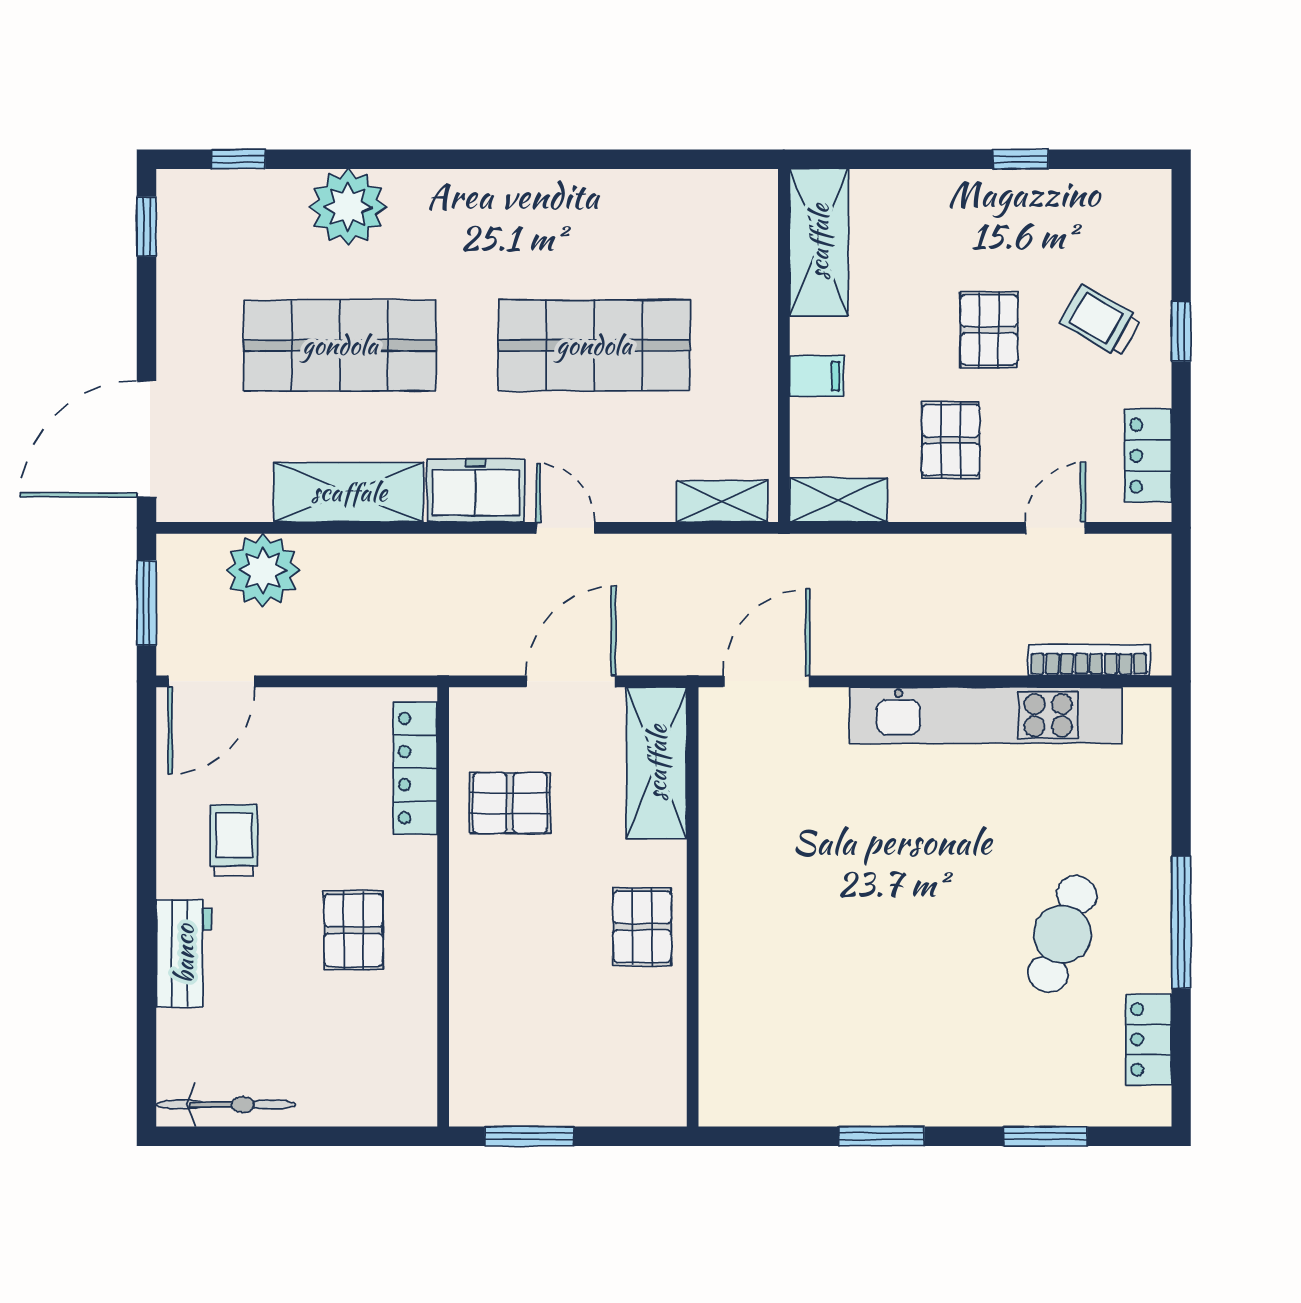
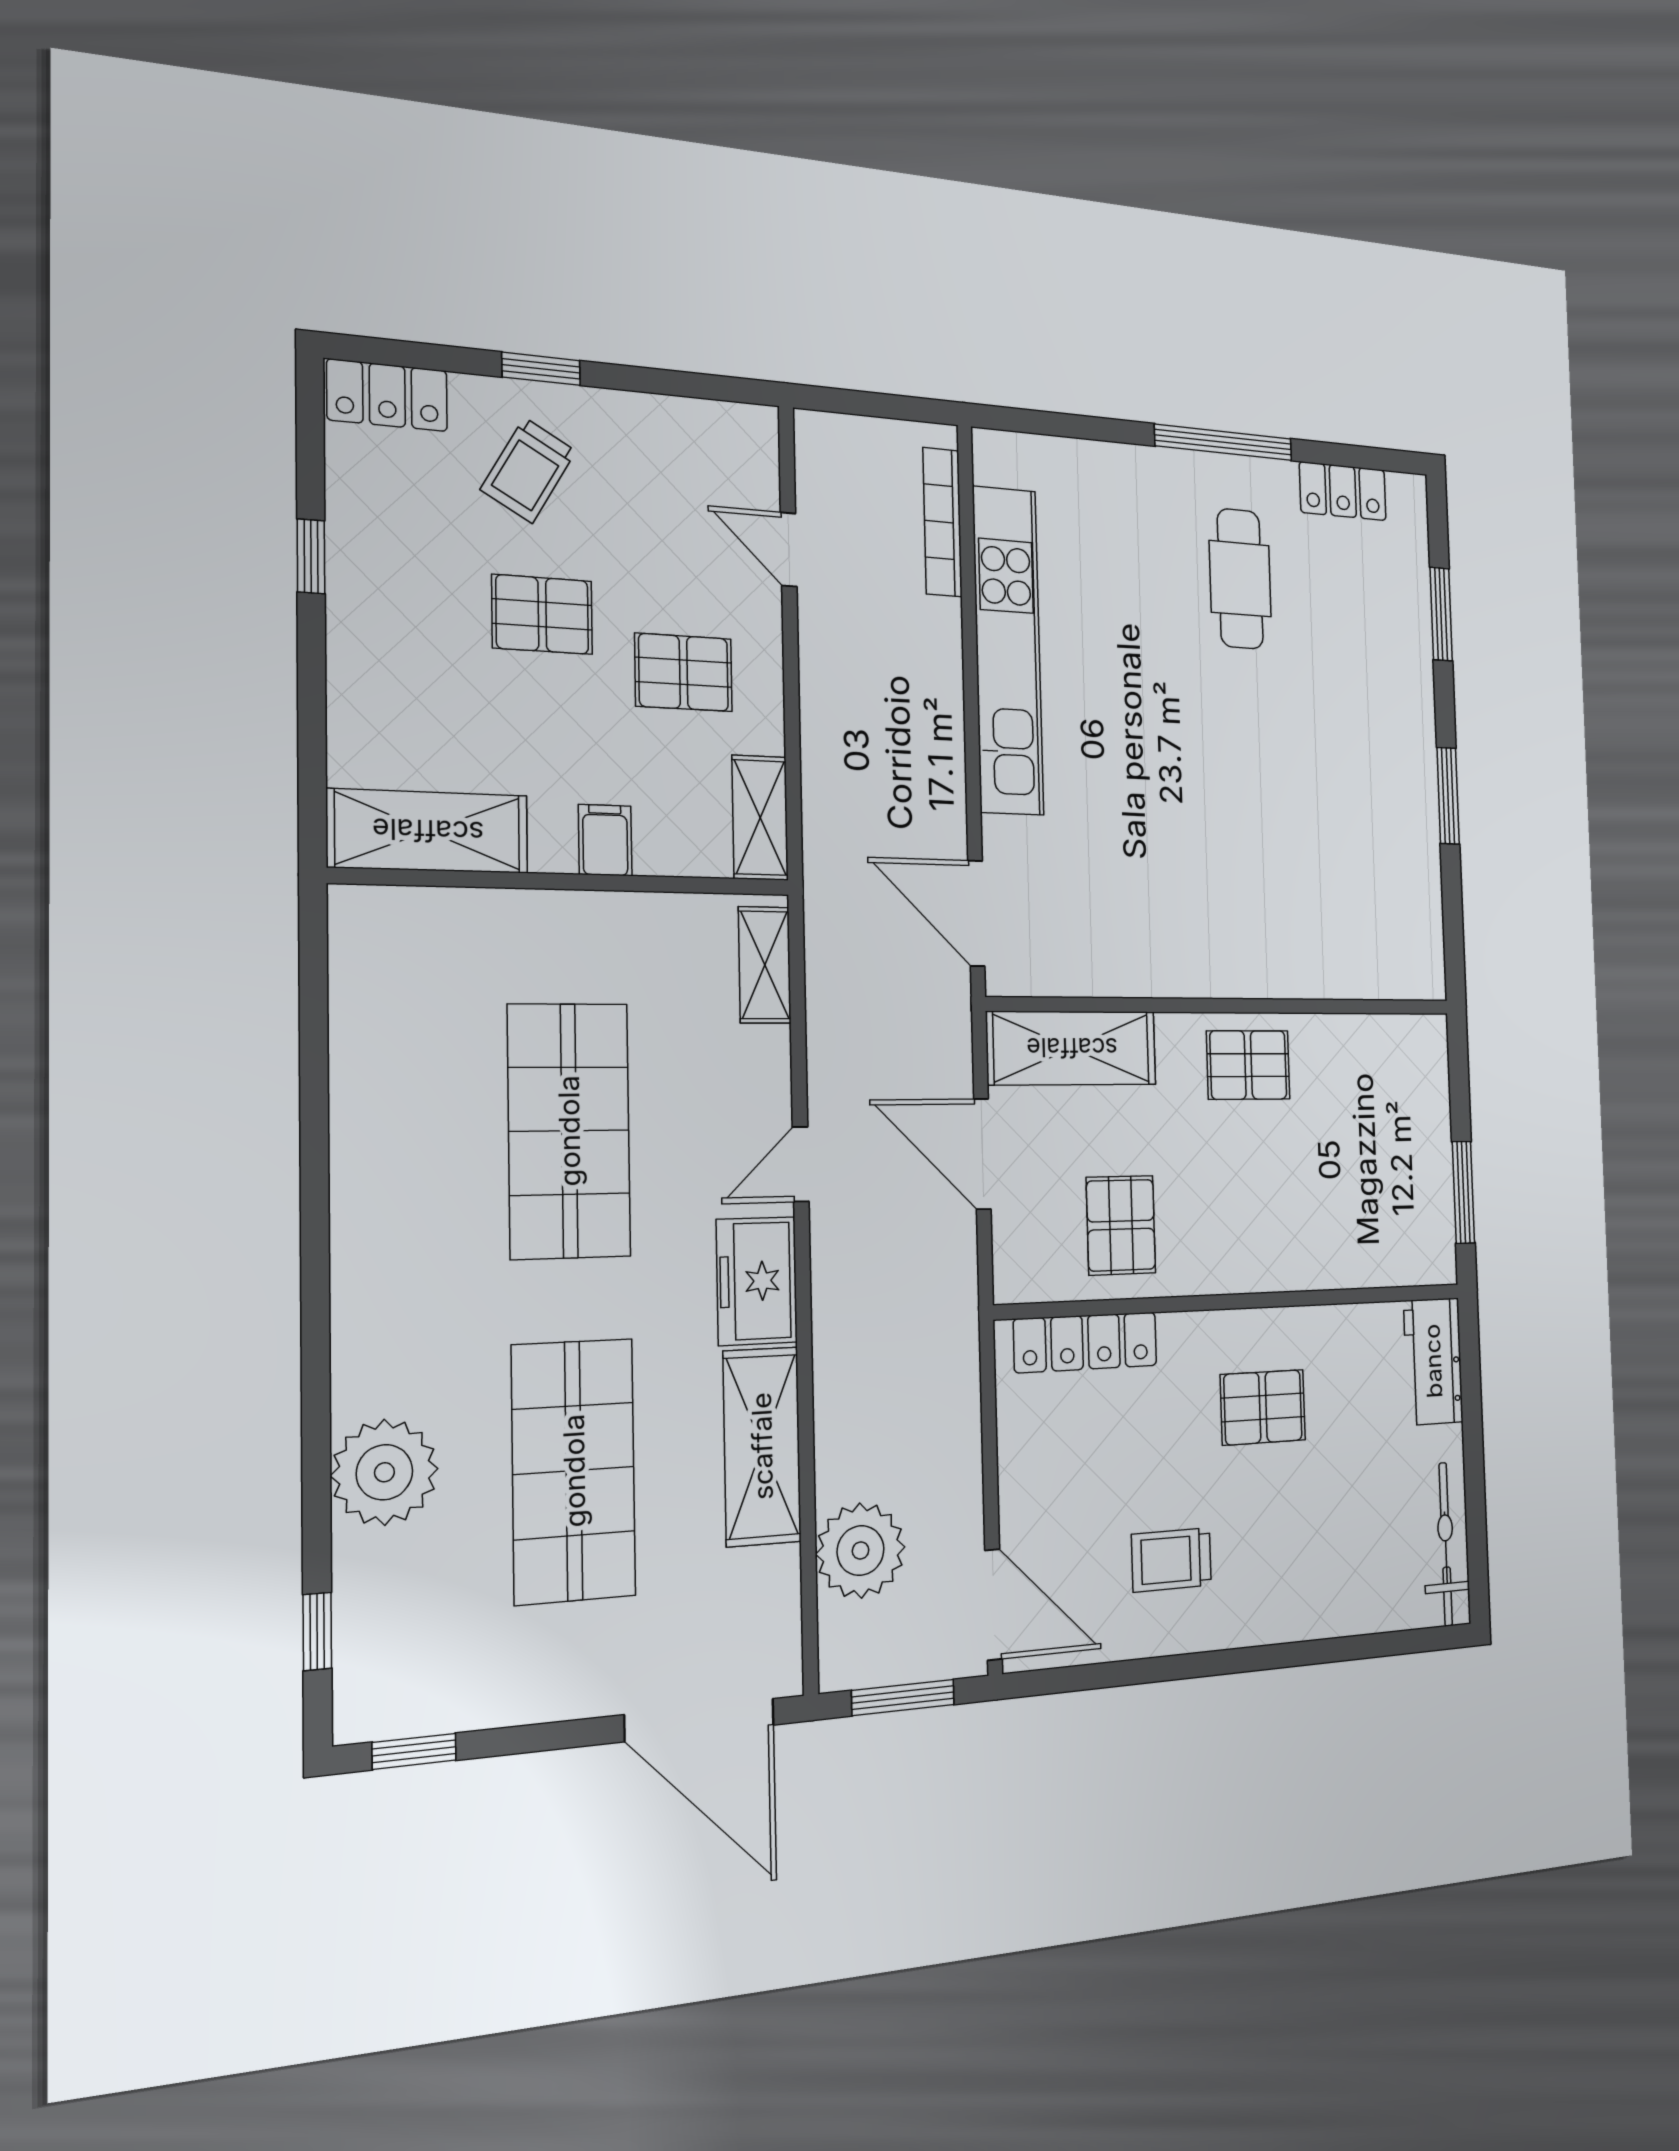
locker: (1148, 456) -> (387, 395), moved
cafe table: (1062, 934) -> (1240, 579), turned 70
workbench: (184, 954) -> (1433, 1361), moved, turned -90

